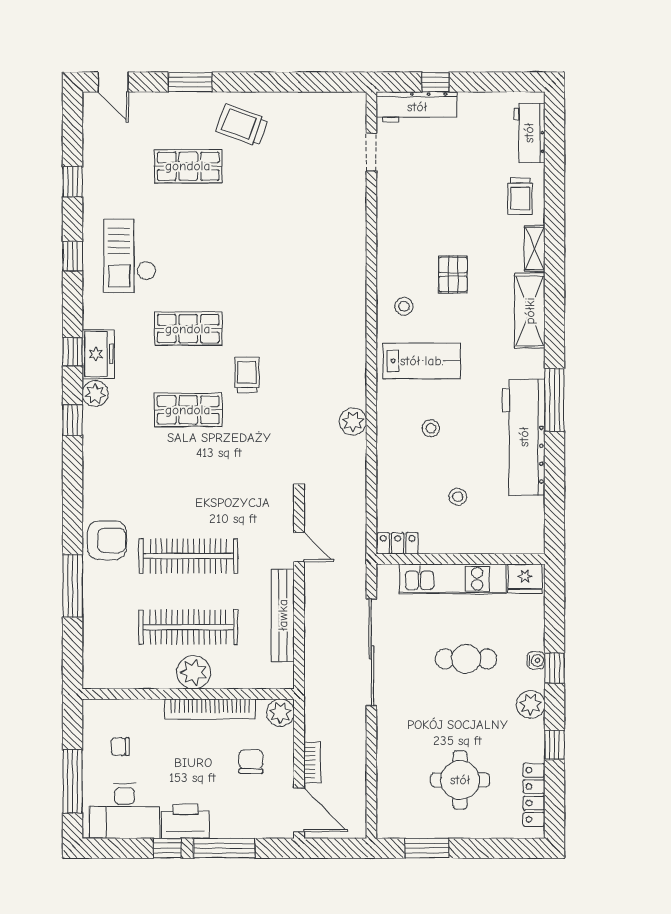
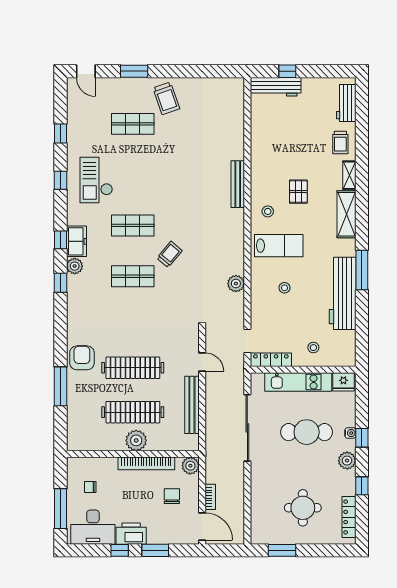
trolley: (242, 125) -> (166, 98), turned -129
doorway: (371, 152) -> (247, 341), moved
bench: (356, 263) -> (238, 184), added
trolley: (247, 375) -> (170, 254), turned 40
stool: (458, 497) -> (313, 348), moved
armchair: (107, 540) -> (82, 358), turned -90
locker: (398, 543) -> (271, 360), width x1.53
cafe table: (466, 659) -> (307, 432), width x1.37, depth x1.35
window: (224, 848) -> (155, 550), width x0.69

